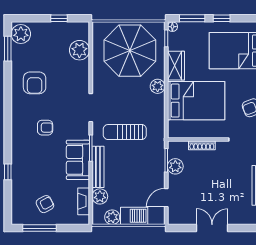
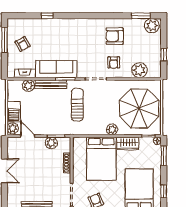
window: (222, 18) -> (164, 191), moved
armchair: (45, 128) -> (114, 62), moved
sofa: (78, 160) -> (56, 69), width x1.36
plant: (112, 217) -> (13, 128), moved

